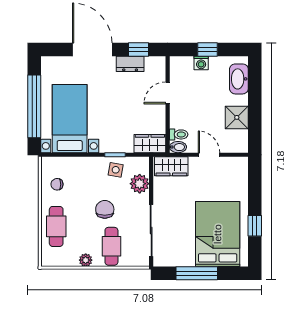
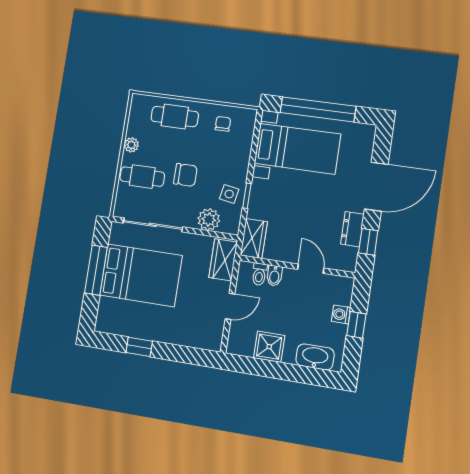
bidet: (178, 147) -> (274, 276), moved
bed: (218, 234) -> (141, 275), moved

